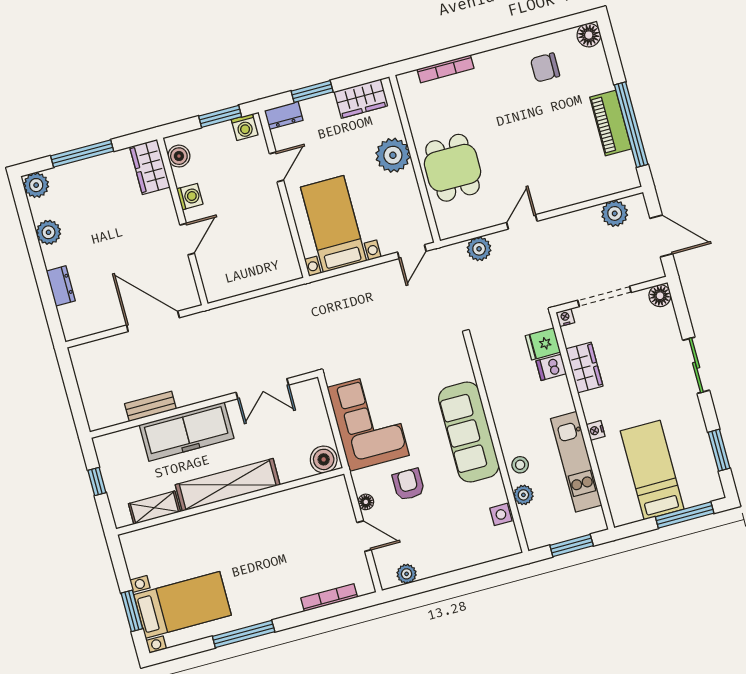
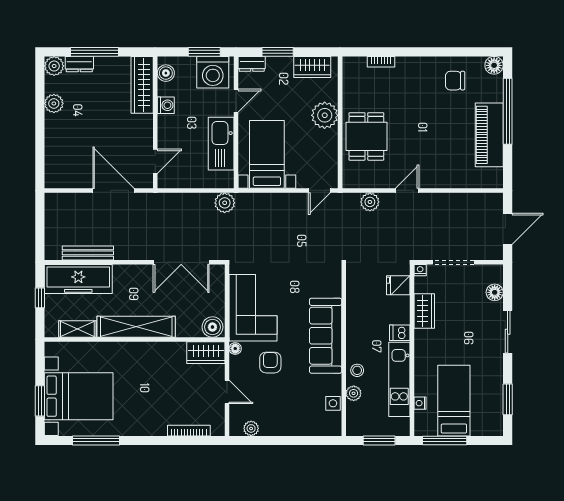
bookcase: (446, 69) -> (381, 62), width x0.64
piano: (611, 123) -> (489, 135), width x1.37, depth x1.33
window: (631, 125) -> (508, 111), moved
washing machine: (245, 127) -> (213, 72), width x1.89, depth x1.89
wardrobe: (150, 167) -> (142, 85), width x1.50
plant: (615, 213) -> (225, 203), moved
kitchen sink: (272, 226) -> (221, 144), added
door: (661, 236) -> (508, 229), hinge flipped
door: (187, 239) -> (155, 161), moved
dresser: (61, 286) -> (79, 64), moved, turned 90
floor lamp: (660, 296) -> (495, 292), moved
dishwasher: (551, 367) -> (400, 333), moved
double door: (262, 389) -> (181, 262), width x1.37
bench: (150, 406) -> (88, 253), width x1.36
nightstand: (596, 430) -> (420, 403), moved
freezer: (187, 432) -> (78, 279), moved
wardrobe: (324, 494) -> (206, 353), added
floor lamp: (366, 502) -> (235, 349), moved
window: (685, 515) -> (445, 440), moved
bed with nightstands: (182, 605) -> (79, 396), width x1.36
window: (244, 634) -> (96, 440), moved

